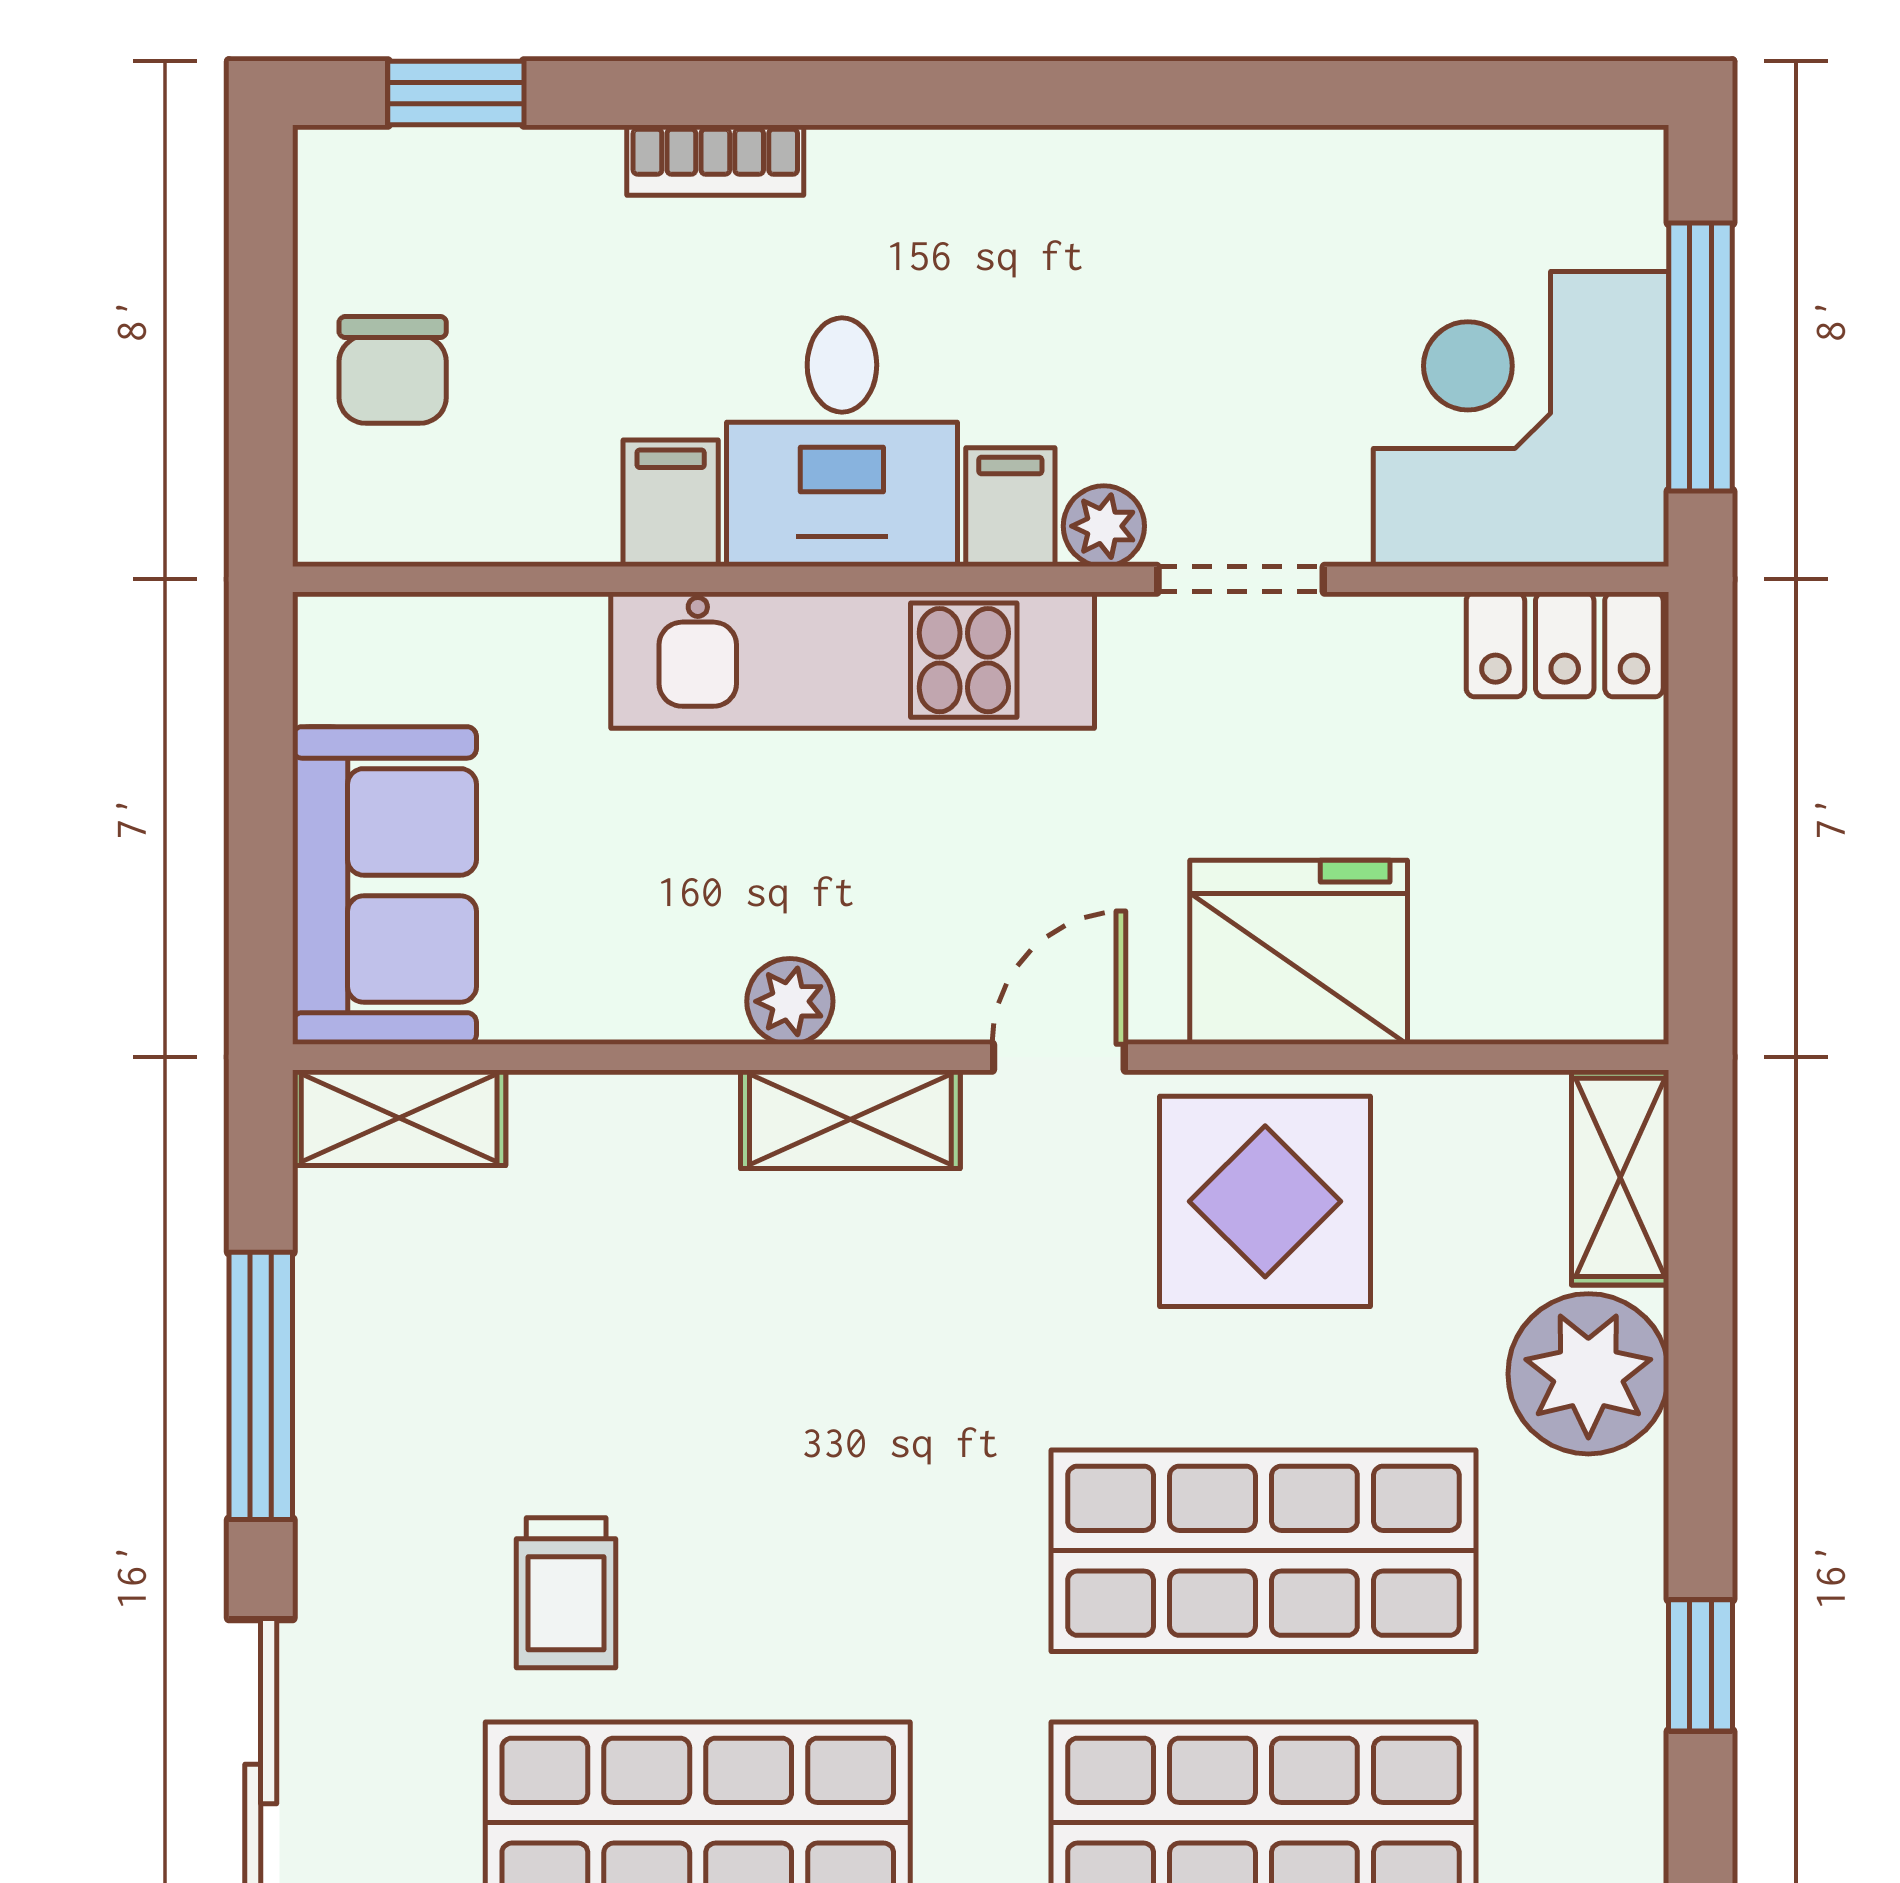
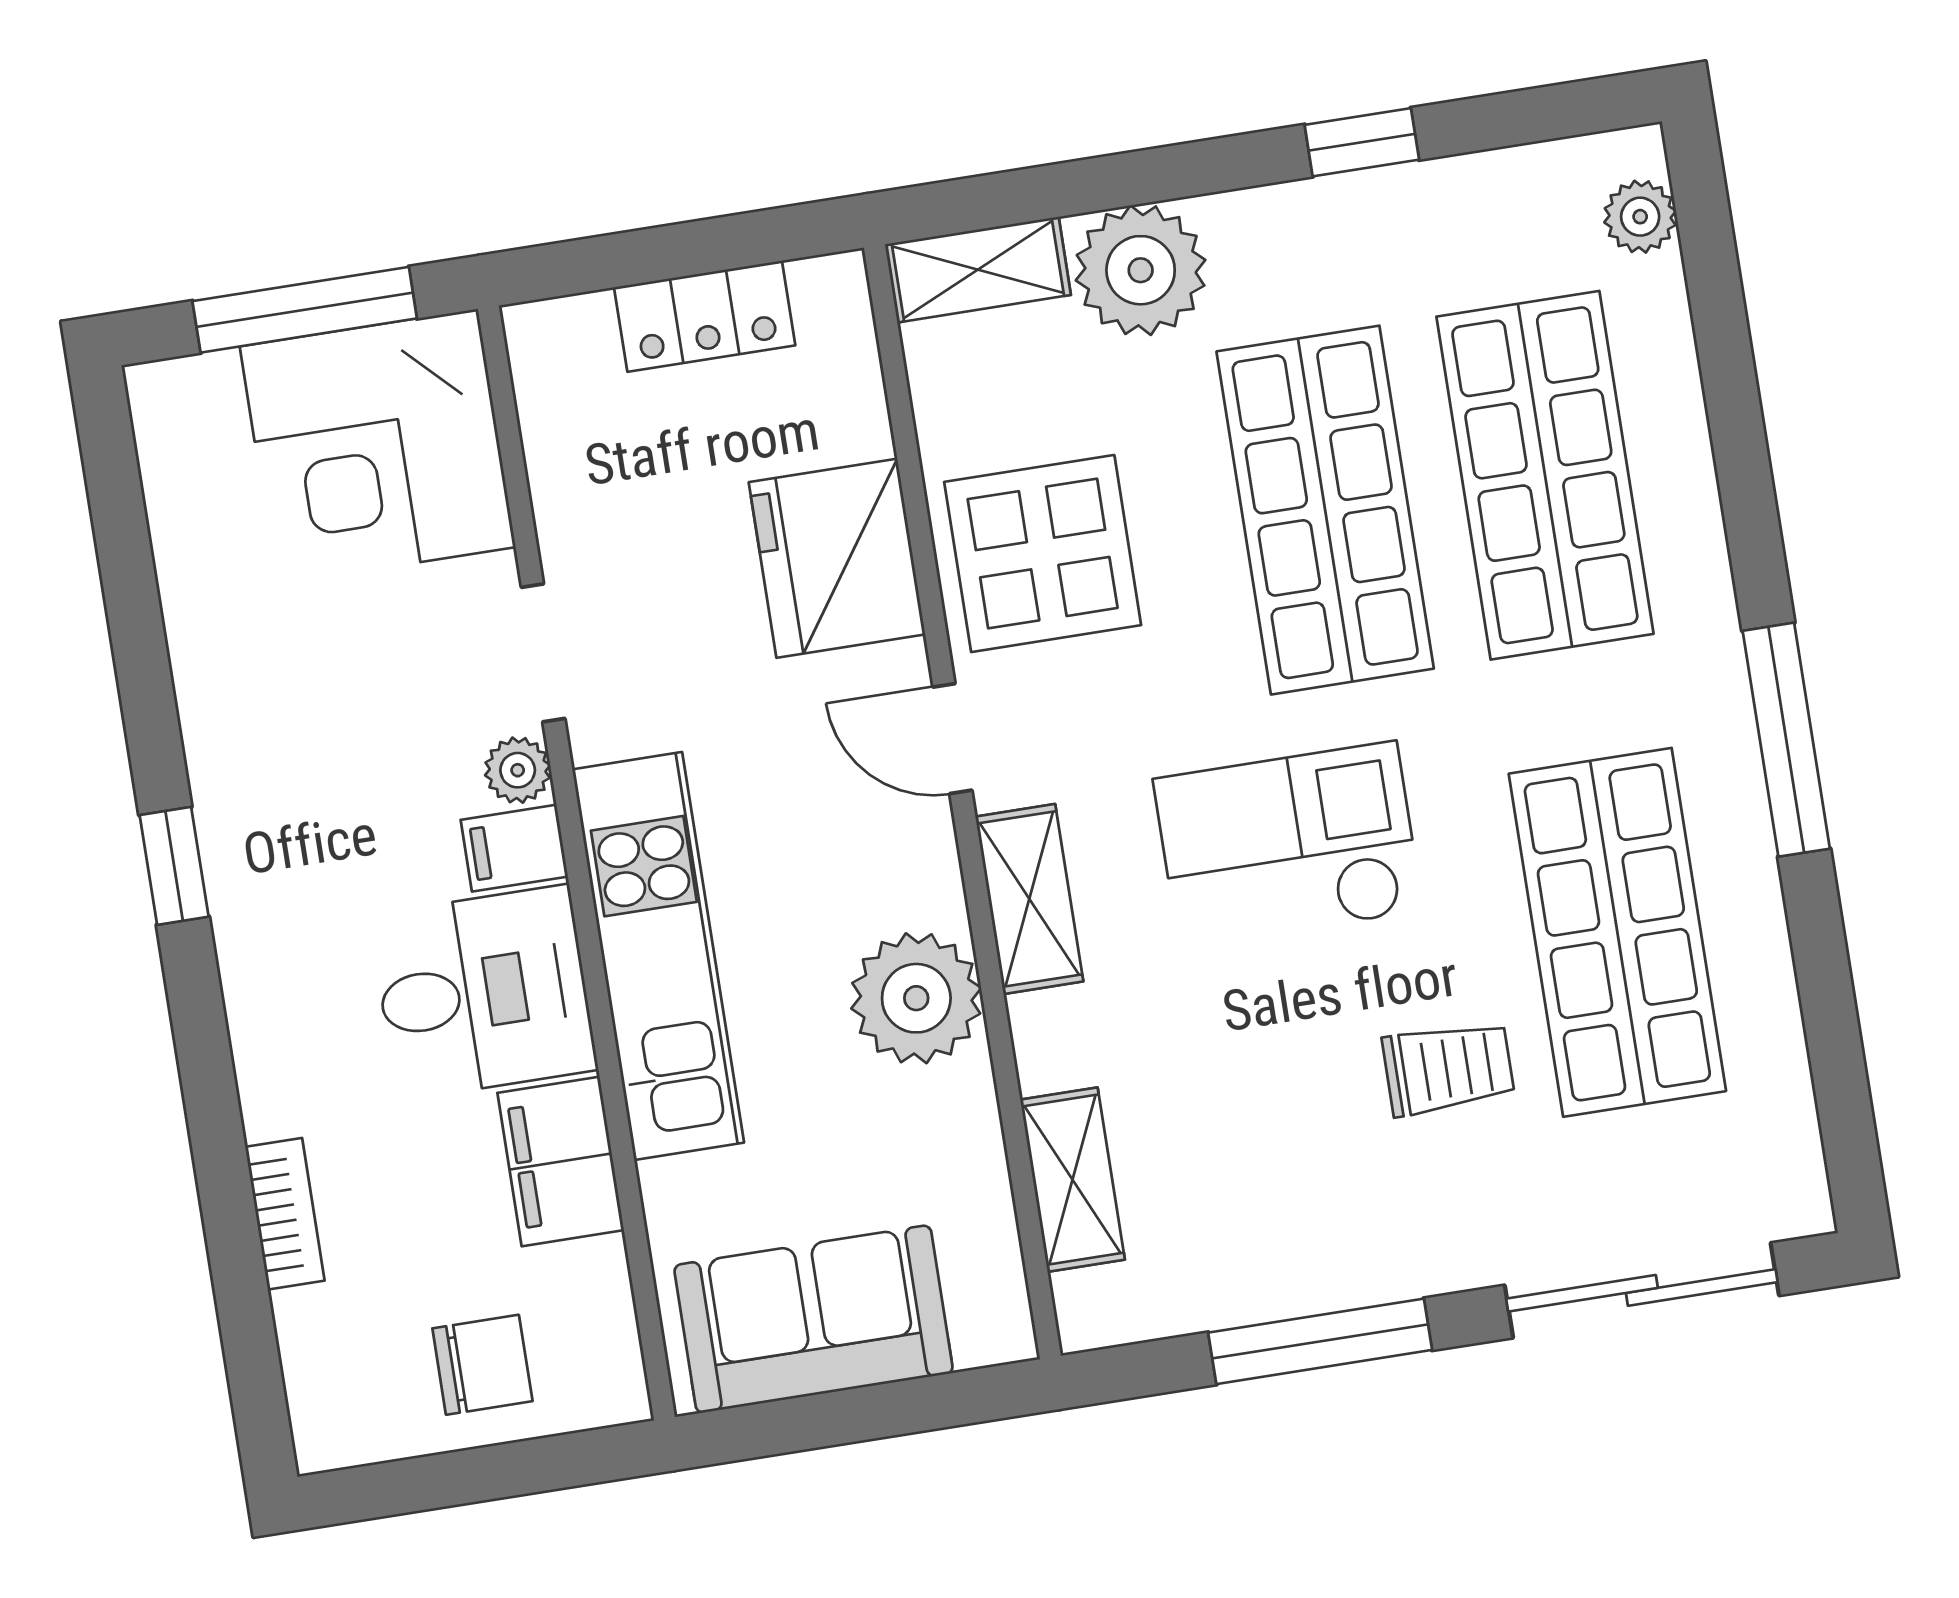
window: (456, 93) -> (174, 866), moved
bookcase: (715, 160) -> (285, 1214), moved
filing cabinet: (671, 503) -> (561, 1162), width x2.00
locker: (1565, 644) -> (705, 316), moved, turned 90
sofa: (384, 885) -> (814, 1319), moved
plant: (790, 1001) -> (916, 998), width x1.87, depth x1.87
shelving: (399, 1118) -> (1073, 1180), moved
checkout: (866, 1442) -> (1288, 845), added

